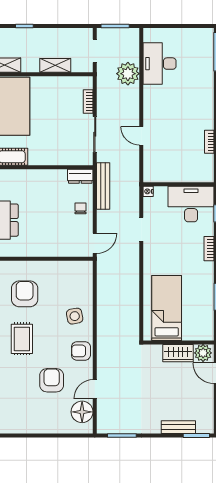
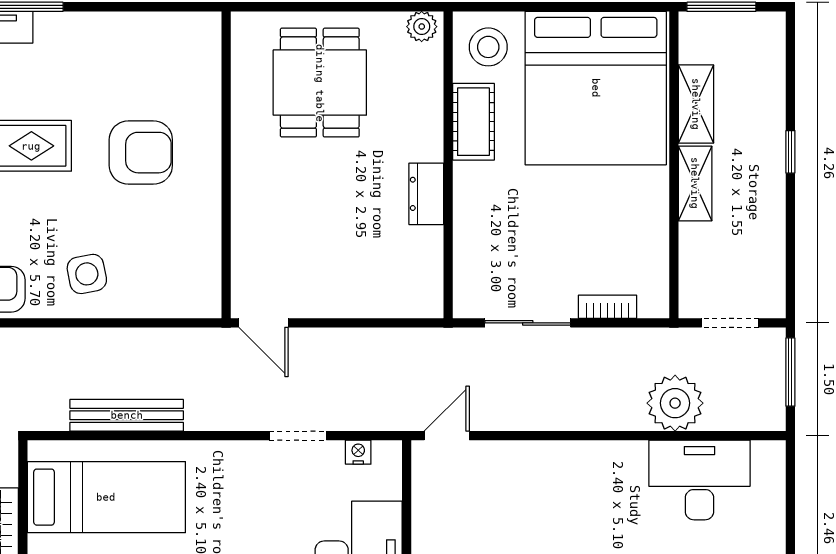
shelving: (55, 65) -> (695, 183), moved
door: (141, 136) -> (447, 436), moved
dresser: (80, 176) -> (426, 194), moved
bench: (103, 186) -> (127, 415), moved
nightstand: (148, 191) -> (358, 452), moved
chair: (81, 208) -> (348, 288), removed

